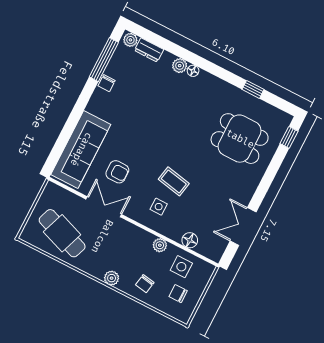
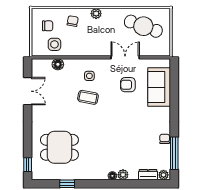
sofa: (81, 149) -> (159, 87), width x0.73
double door: (104, 207) -> (125, 57), swing flipped
plant: (160, 245) -> (76, 51), removed

